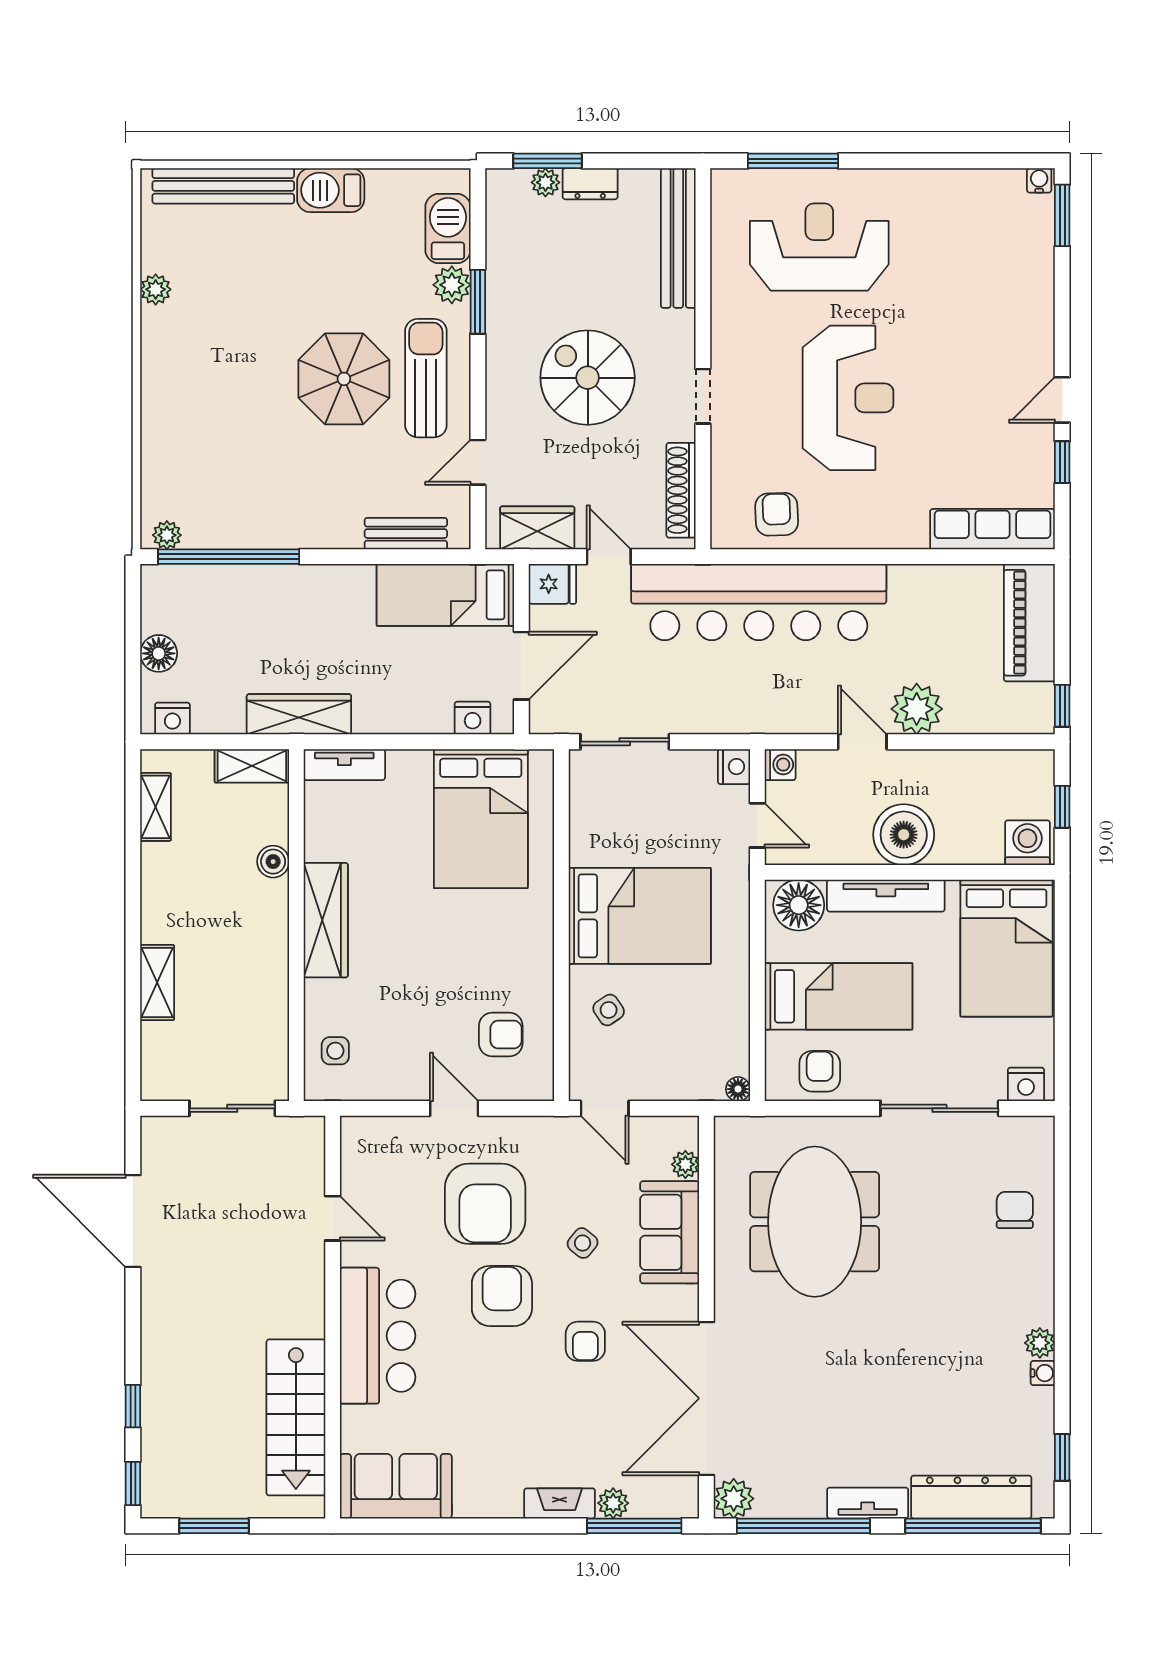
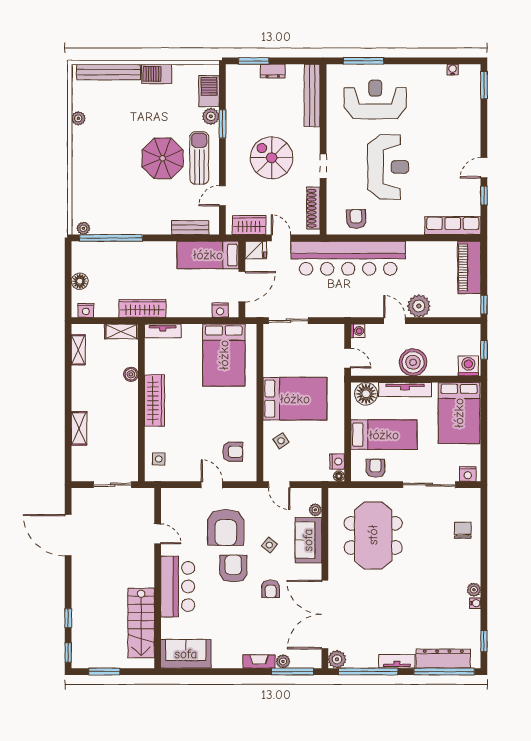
water cooler: (1039, 180) -> (453, 70), moved
plant: (545, 182) -> (253, 70), removed
nightstand: (734, 767) -> (337, 462), moved

